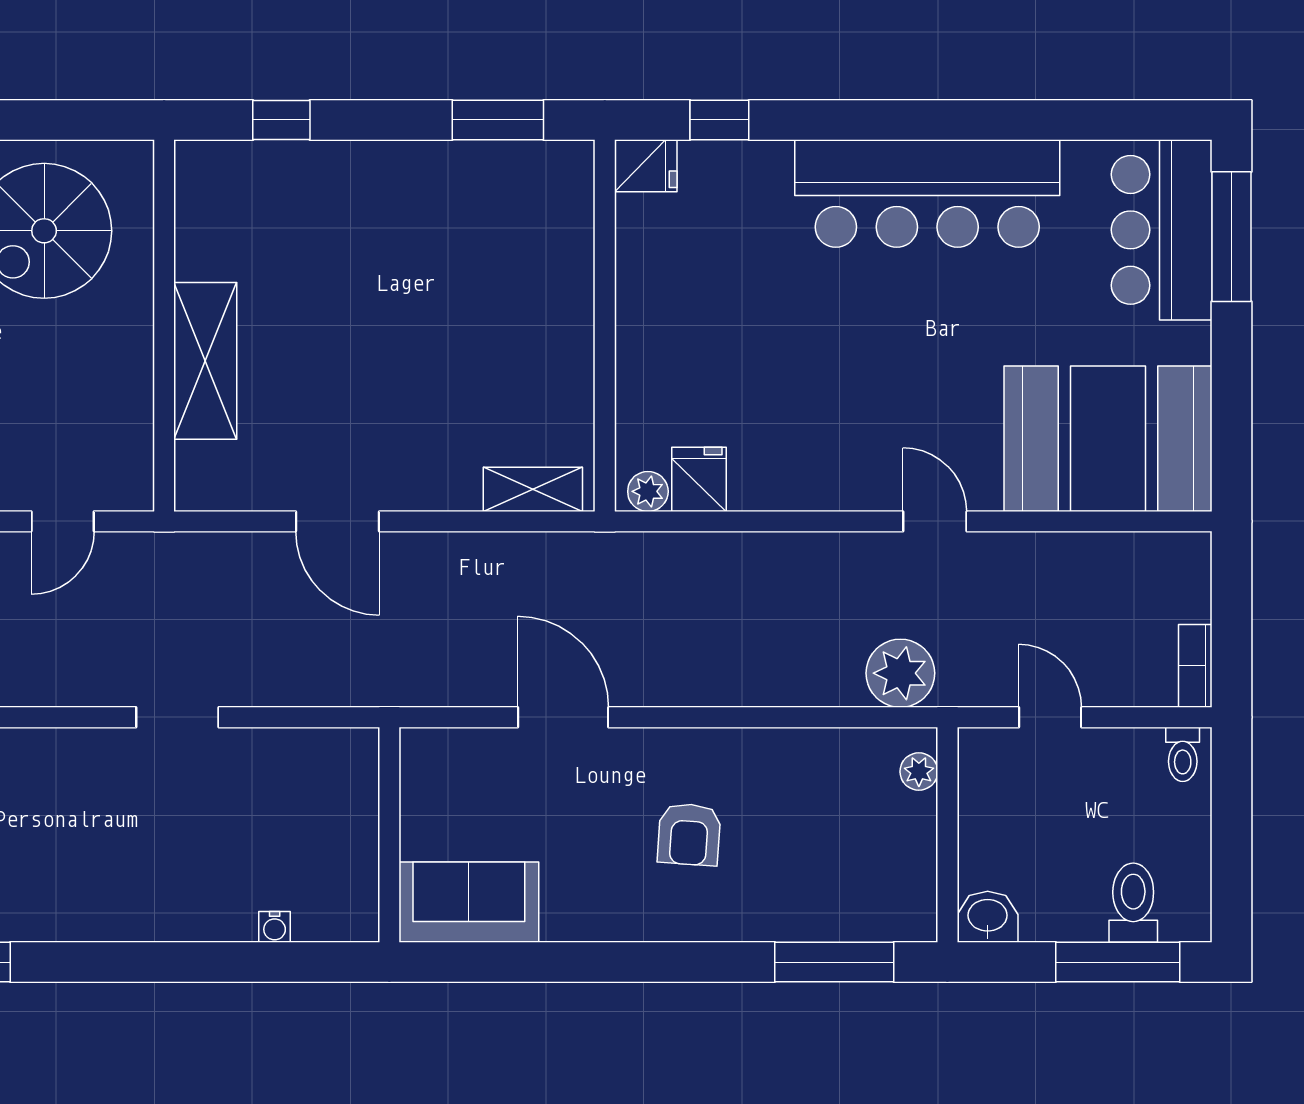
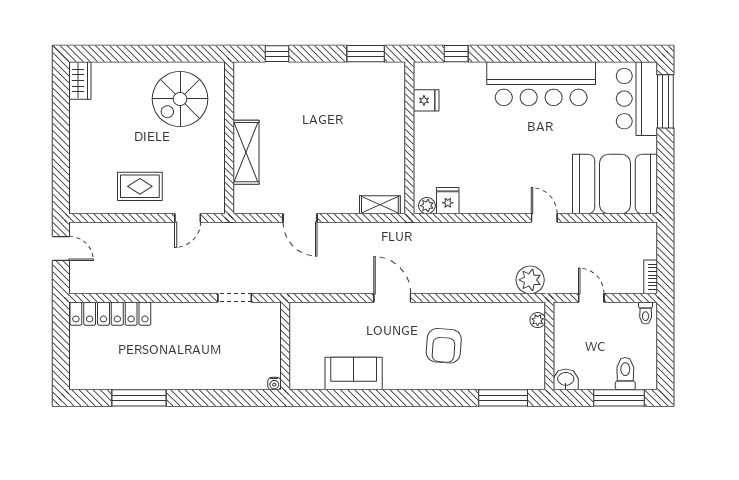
fridge: (646, 166) -> (426, 100), moved
armchair: (689, 834) -> (444, 346), width x1.38, depth x1.38
wall: (389, 835) -> (285, 346), moved

